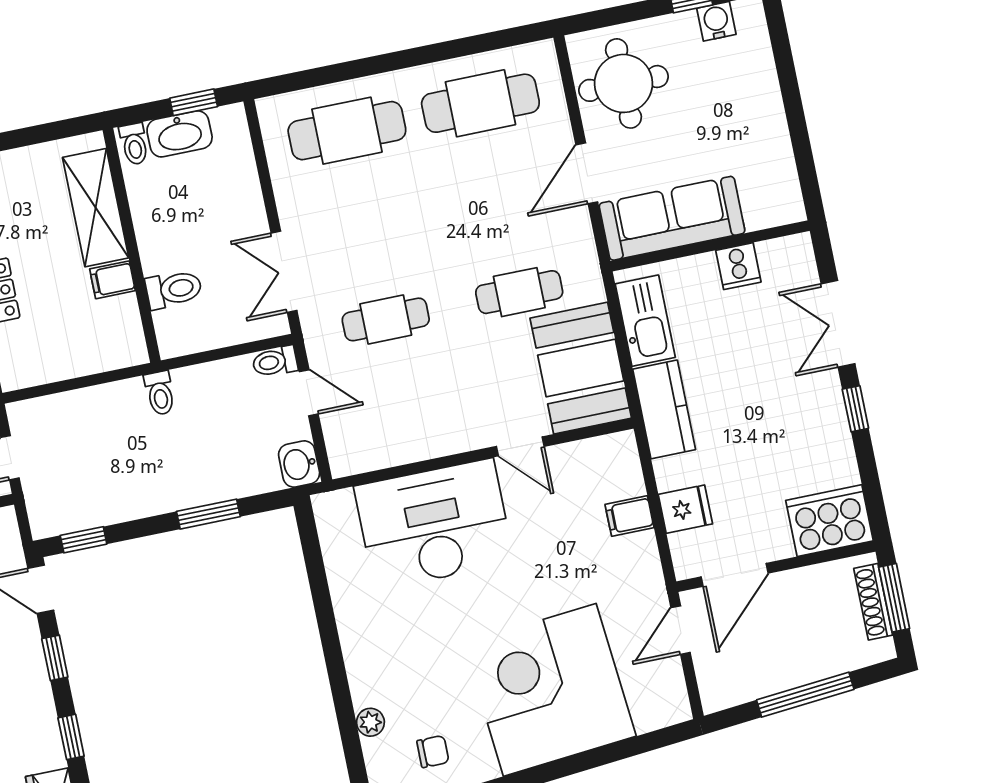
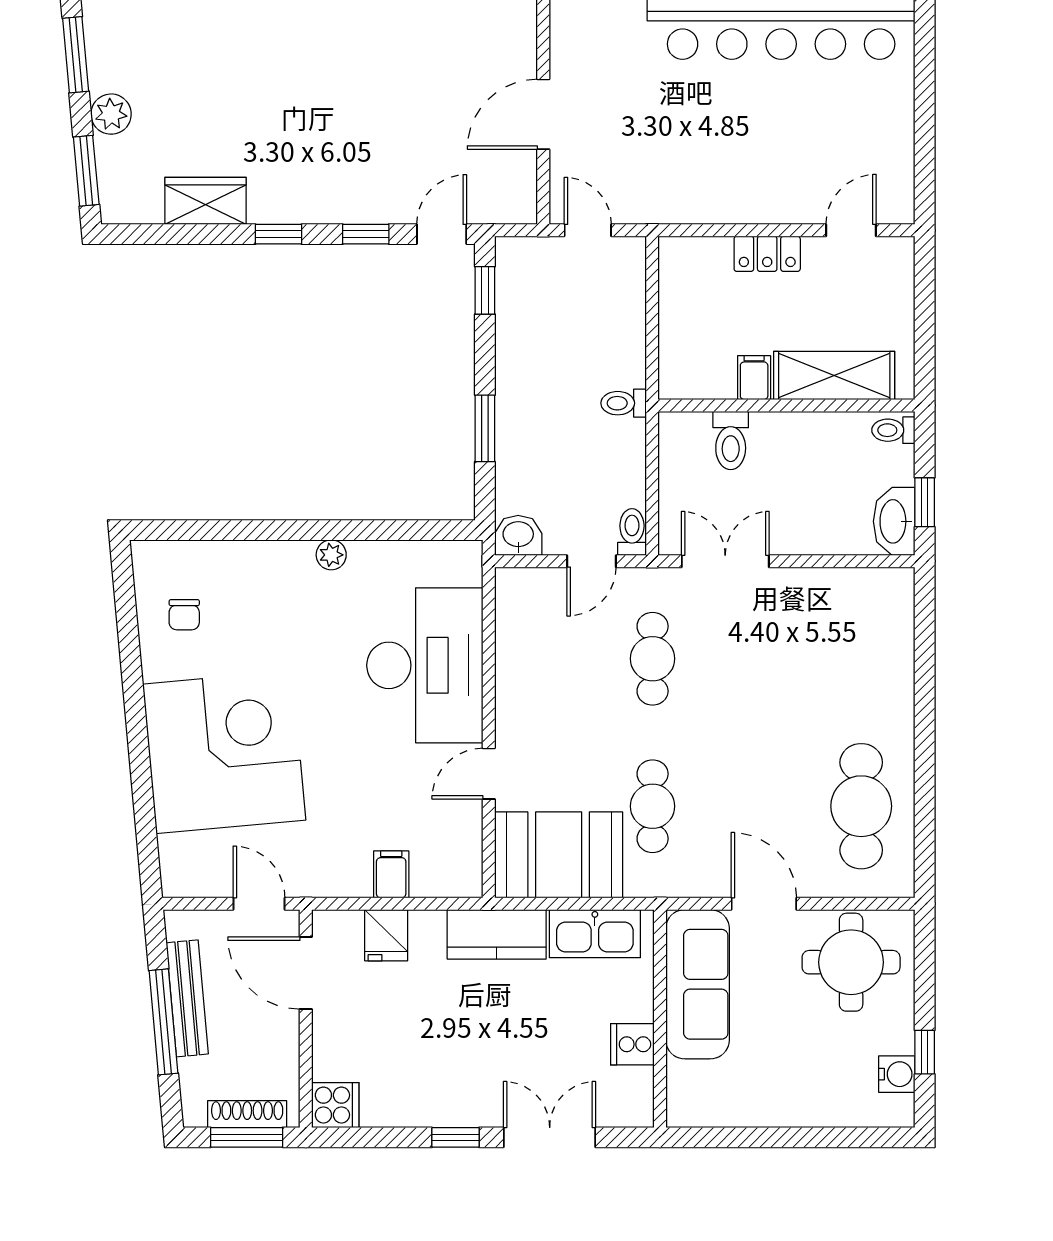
cafe table: (347, 131) -> (861, 659), removed
washbasin: (180, 134) -> (894, 521), moved
cooker: (829, 521) -> (335, 1105), width x0.53, depth x0.76
bench: (780, 678) -> (187, 998), added
plant: (370, 722) -> (331, 555), moved

